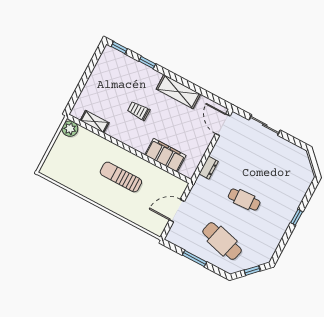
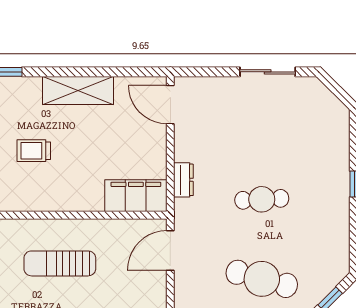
sliding door: (265, 125) -> (268, 72), moved
filing cabinet: (165, 155) -> (136, 196), moved
door: (177, 211) -> (170, 250), moved

